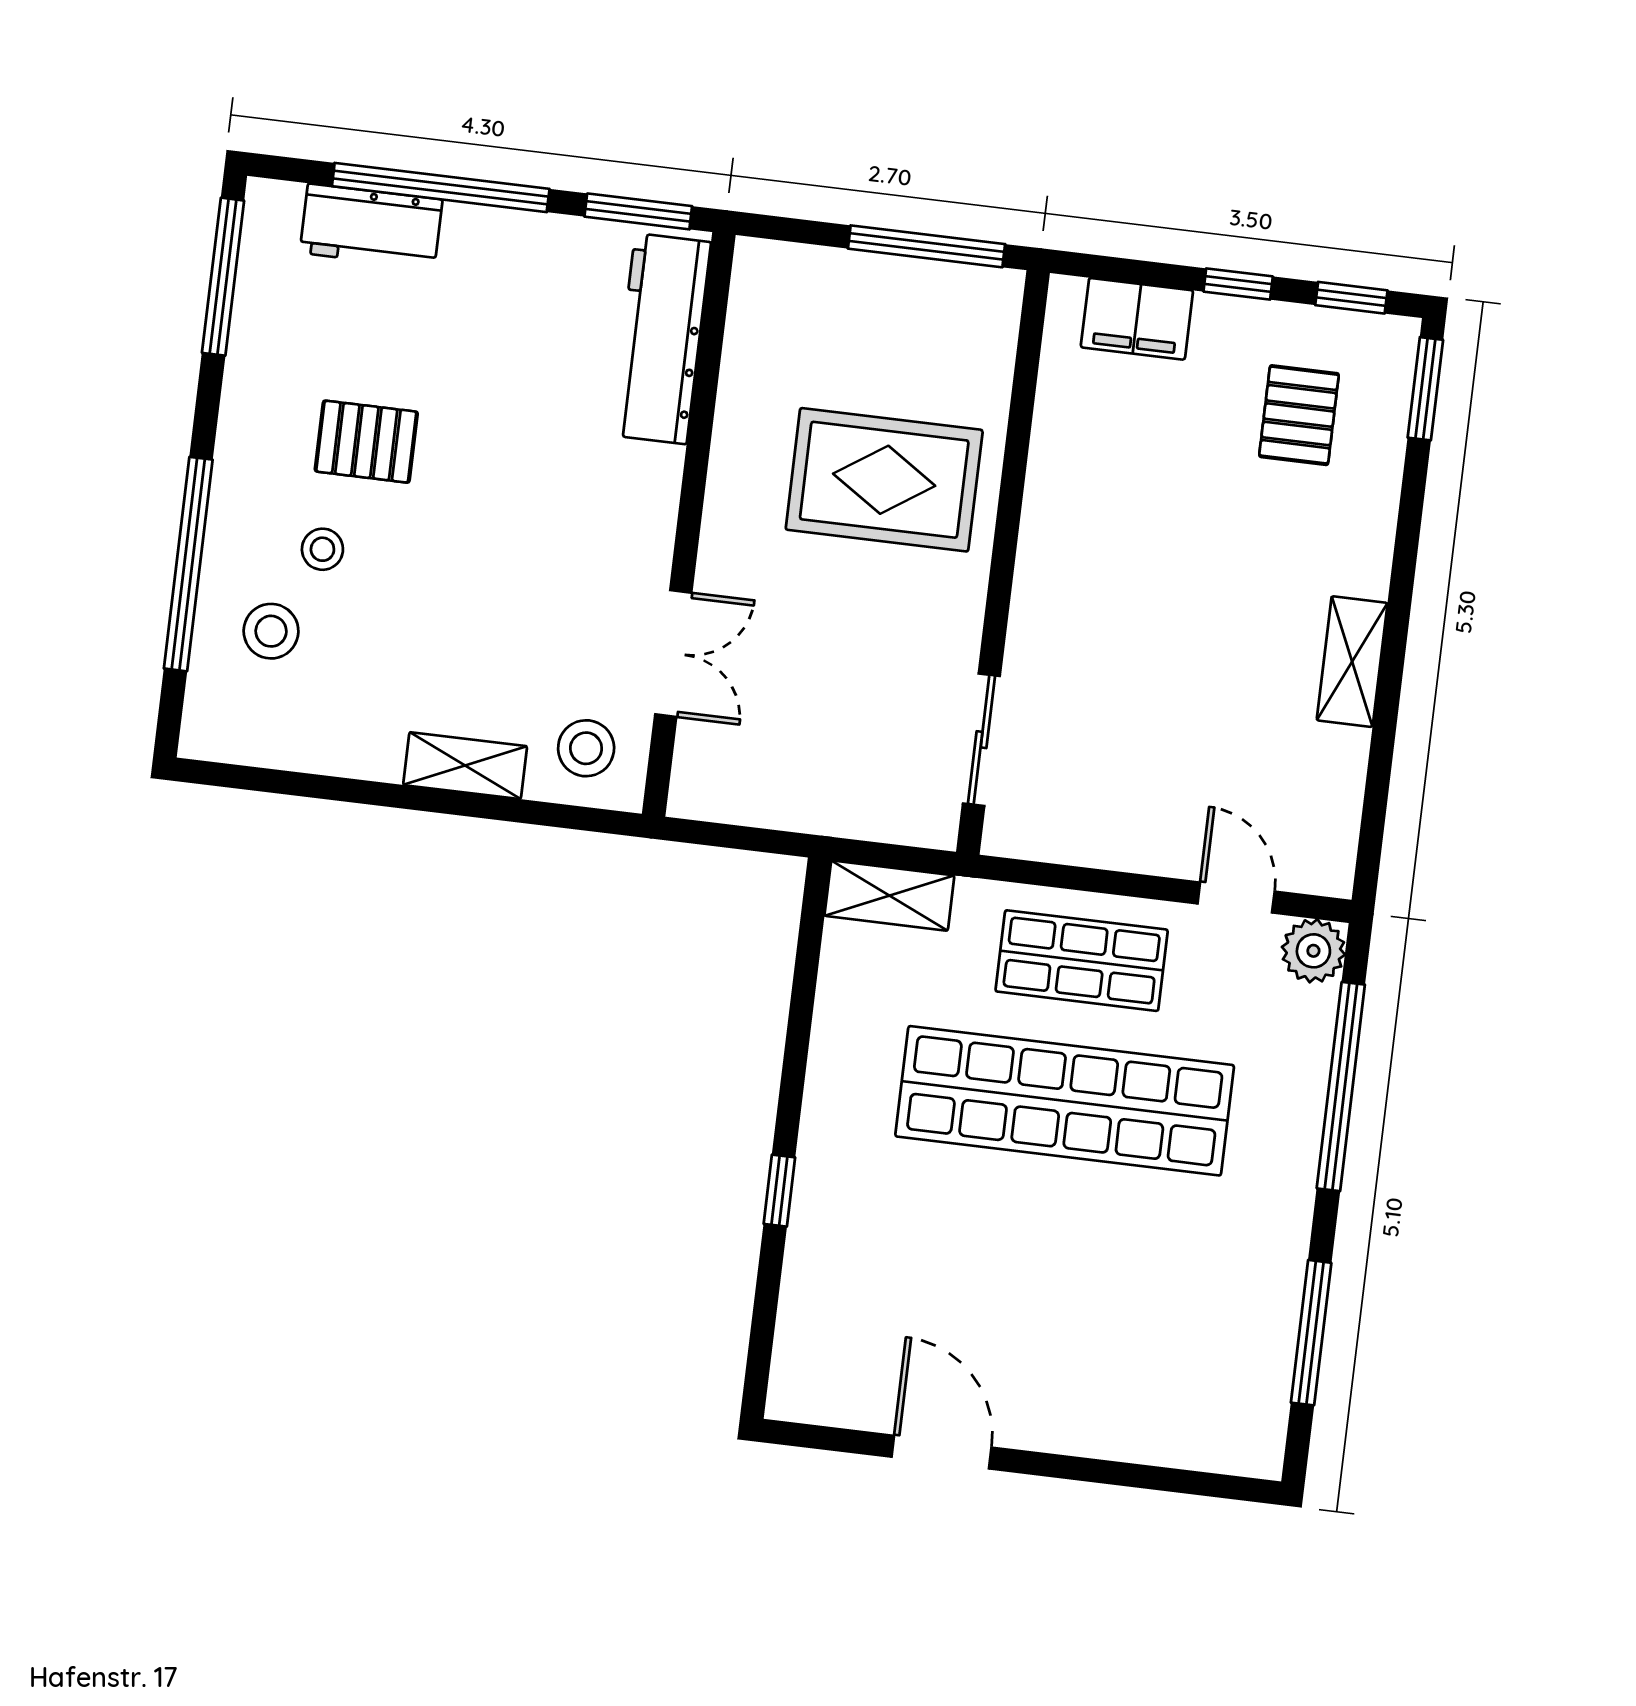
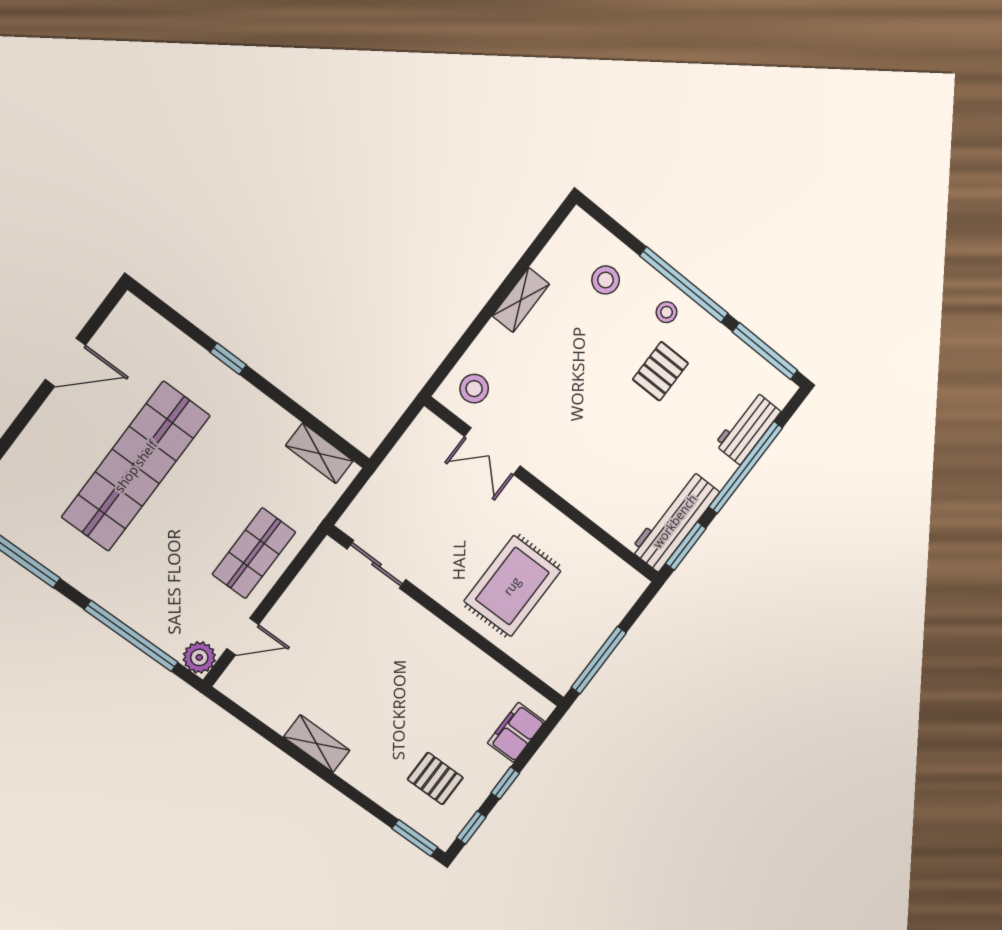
workbench: (661, 339) -> (675, 521), moved, turned -90
stool: (322, 549) -> (666, 312), moved
window: (188, 564) -> (684, 285), moved
shelving: (465, 766) -> (521, 300), moved
shelving: (889, 896) -> (319, 453), moved, turned 90
shop shelf: (1065, 1101) -> (136, 466), moved

